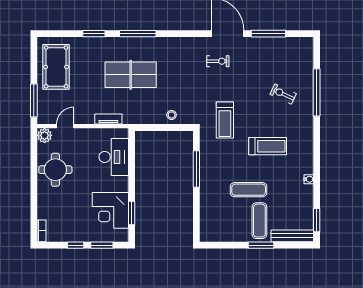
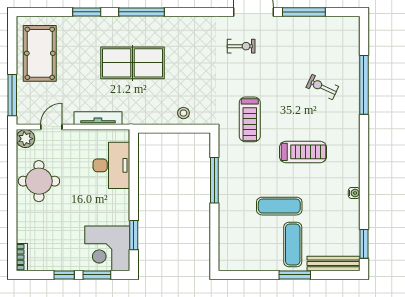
tv unit: (108, 119) -> (98, 118), width x1.41
corner desk: (110, 210) -> (107, 248), moved

